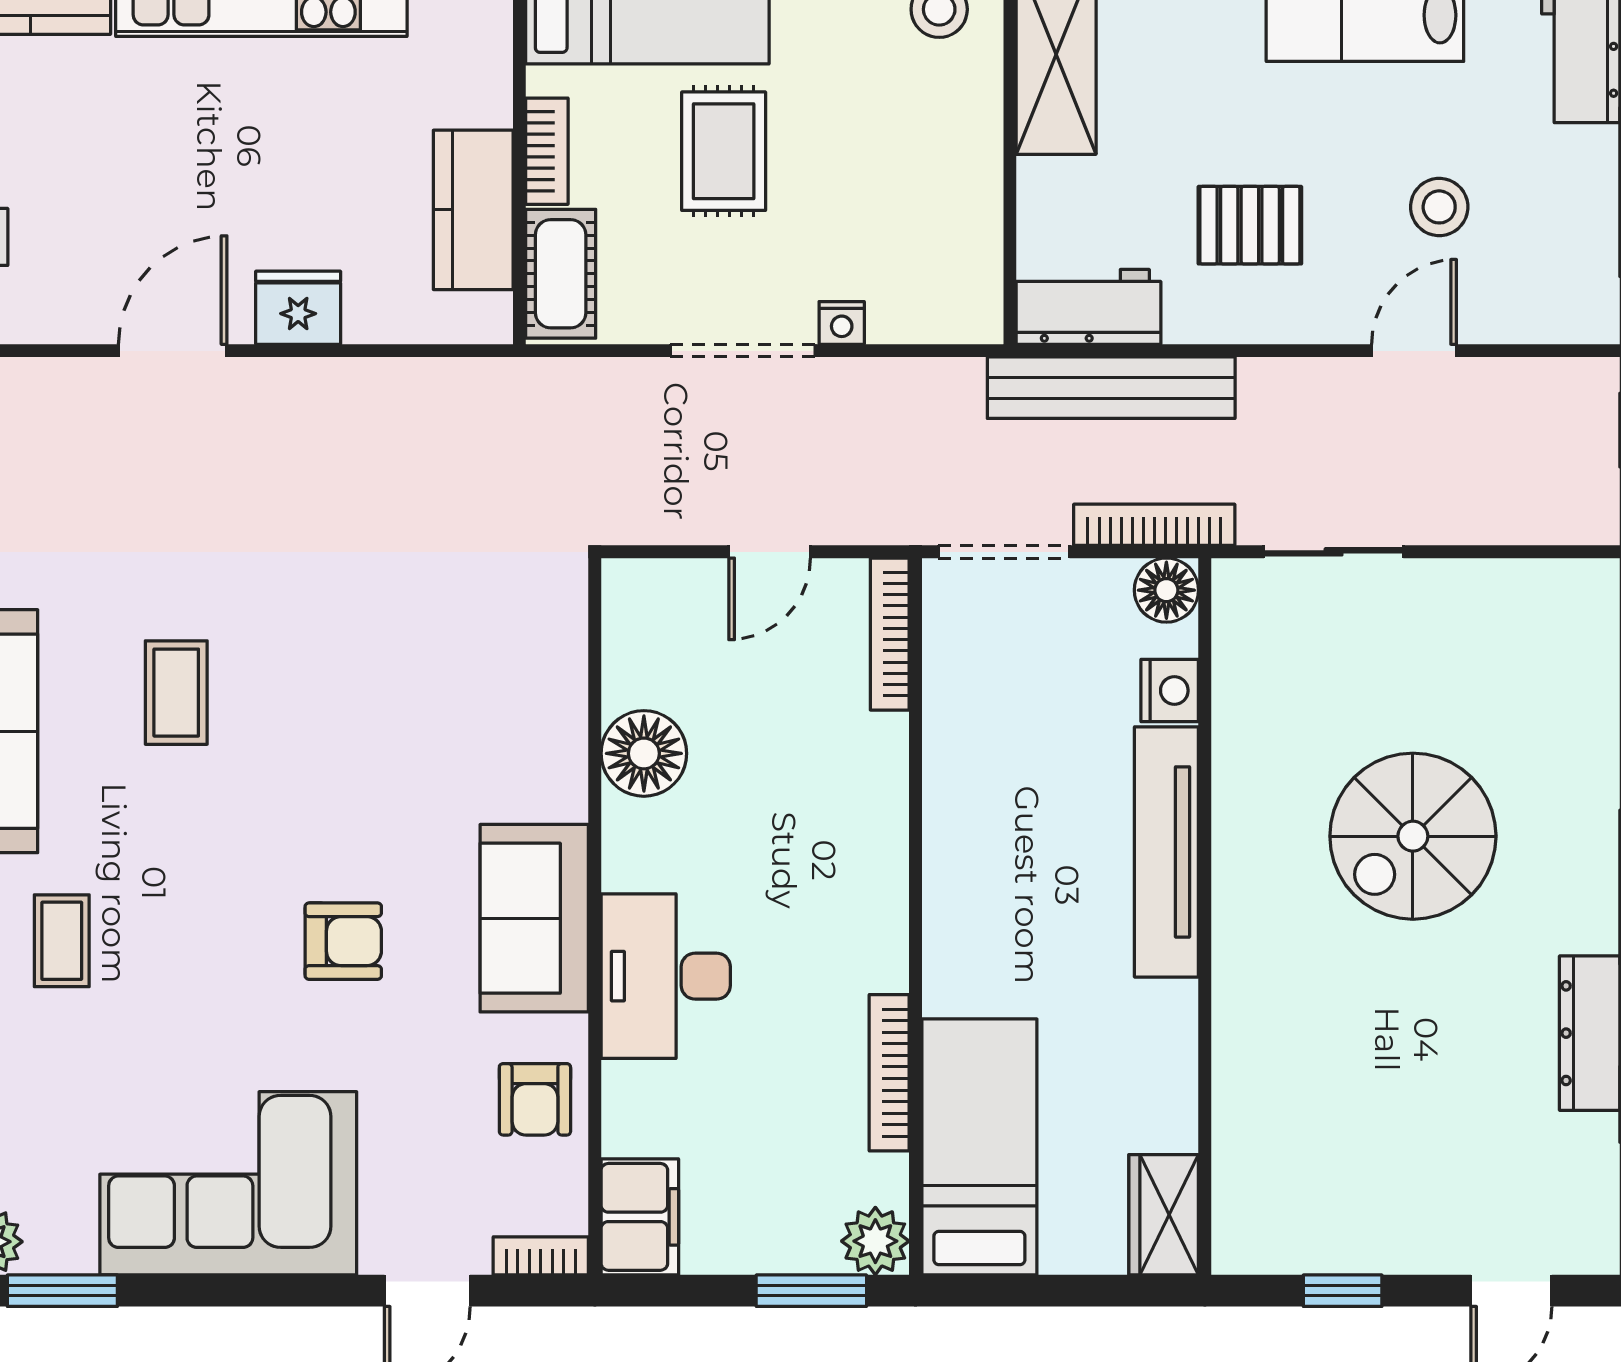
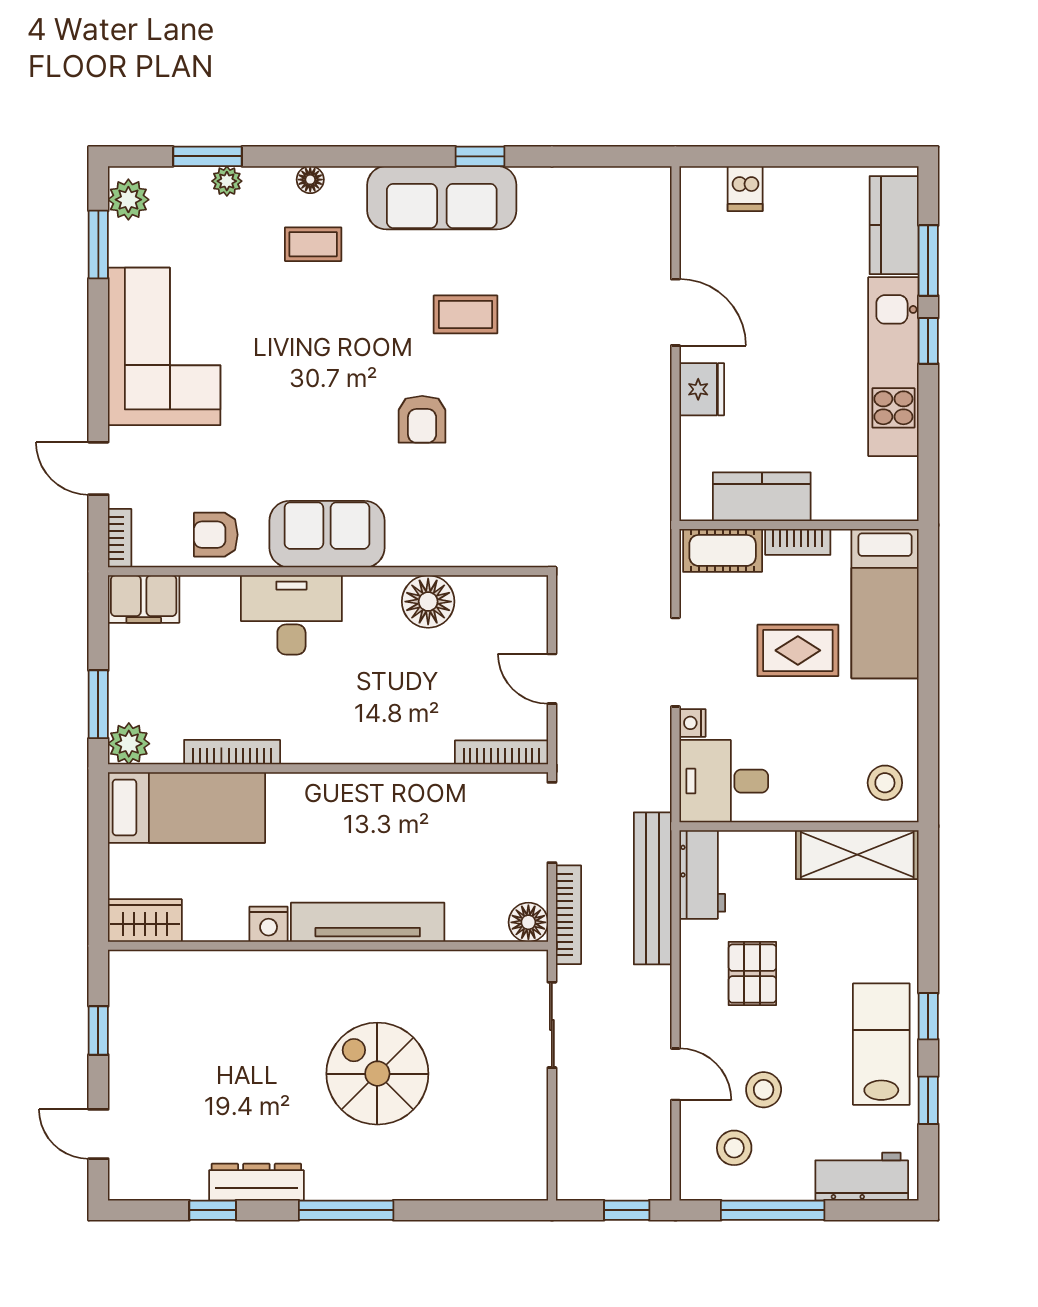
stool: (1534, 255) -> (734, 1148), added
desk: (936, 272) -> (724, 781), added
nightstand: (1170, 691) -> (269, 924), moved
armchair: (343, 941) -> (422, 419), moved

